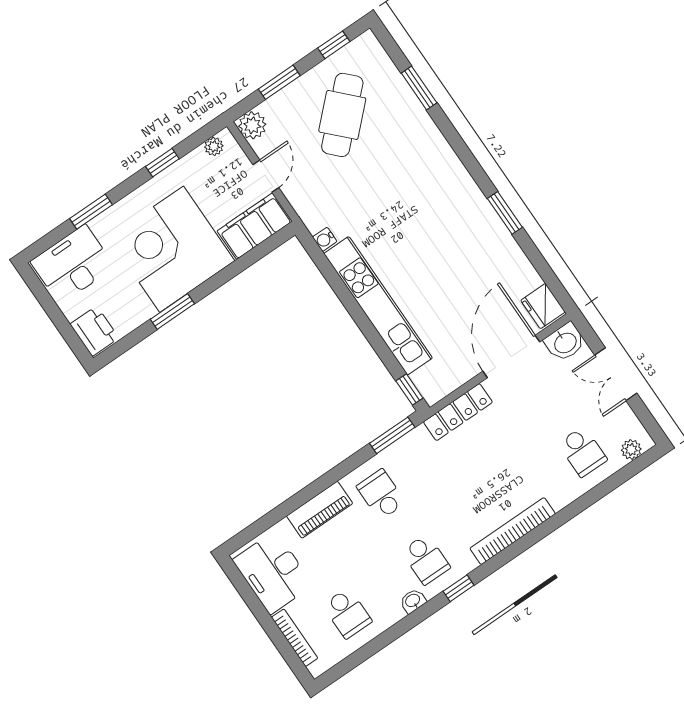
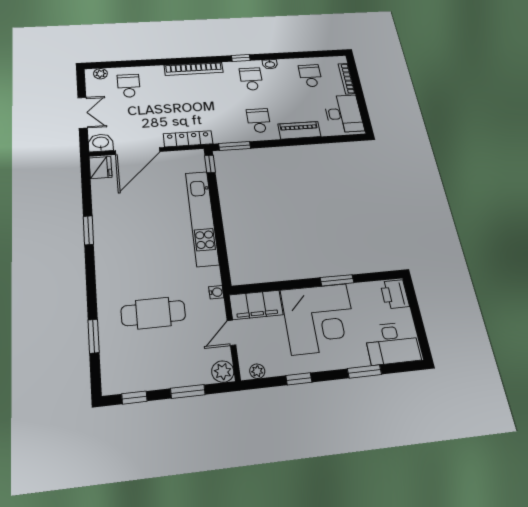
cafe table: (342, 115) -> (153, 313), moved, turned 44
water cooler: (325, 239) -> (216, 292), moved
school desk: (381, 494) -> (259, 121), turned 180

